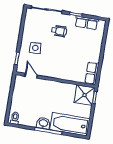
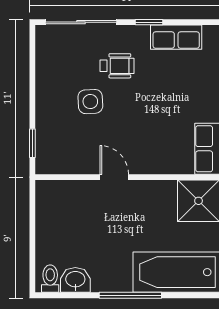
side table: (35, 48) -> (90, 102), moved
door: (31, 76) -> (114, 177), moved
washbasin: (43, 123) -> (75, 280), moved

